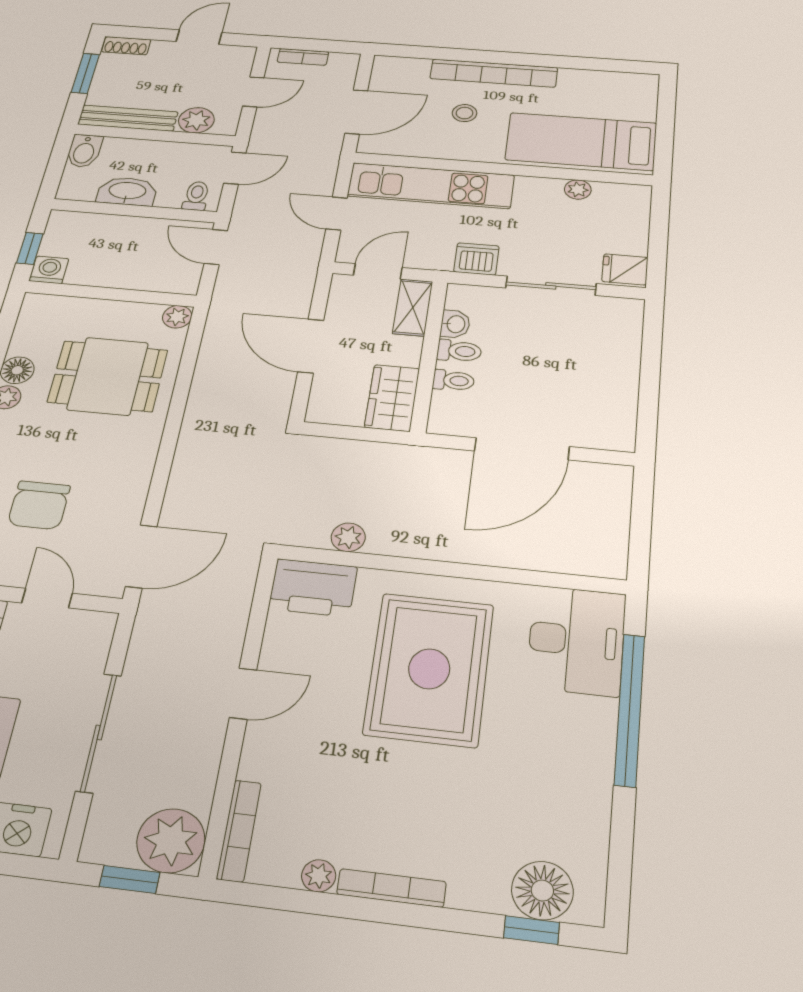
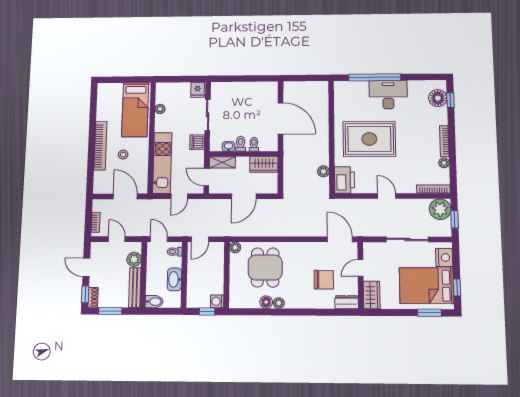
window: (136, 33) -> (85, 294), added
desk: (576, 640) -> (388, 95), moved

